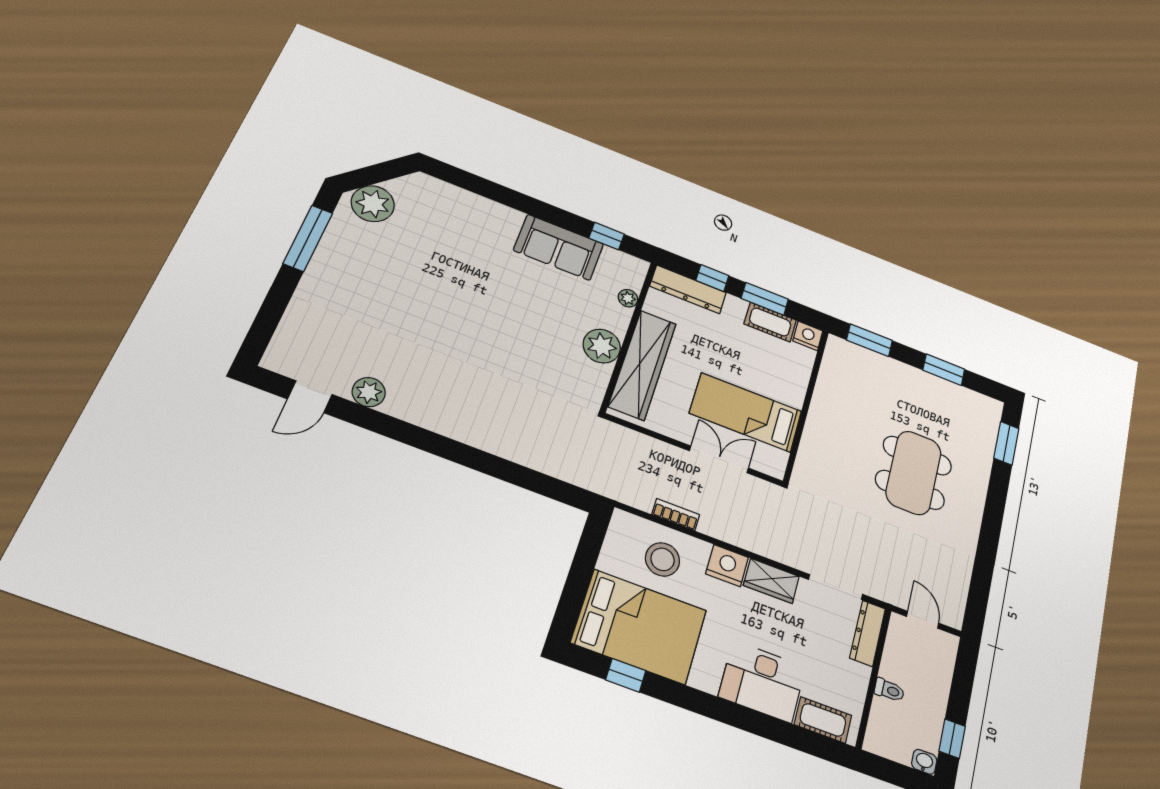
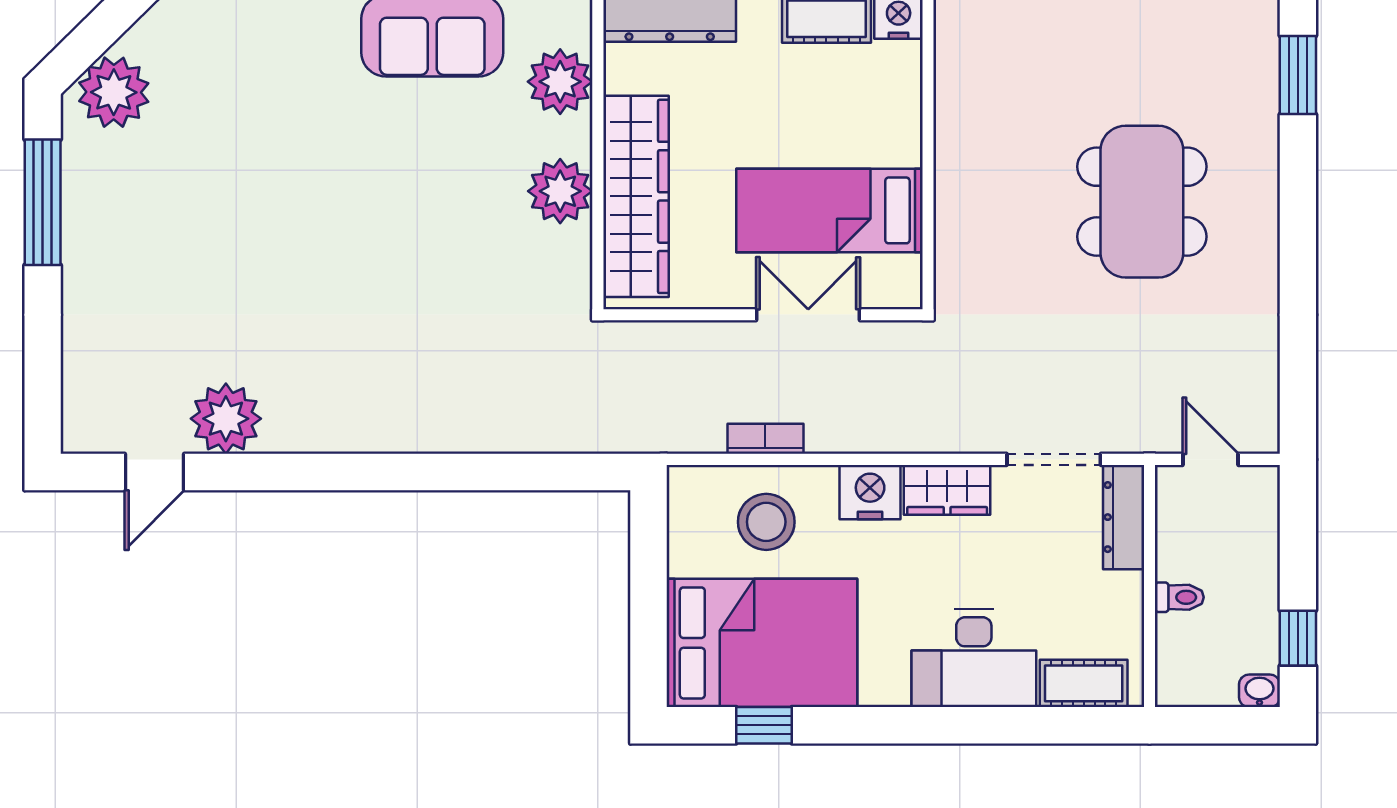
plant: (628, 298) -> (560, 82), width x1.88, depth x1.88
plant: (369, 392) -> (226, 419), width x1.36, depth x1.36

